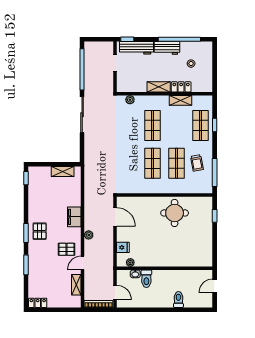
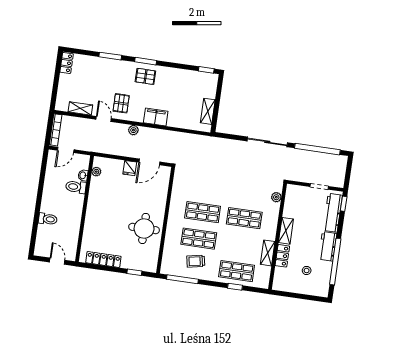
locker: (207, 245) -> (103, 260), added
fridge: (123, 247) -> (130, 168), moved

